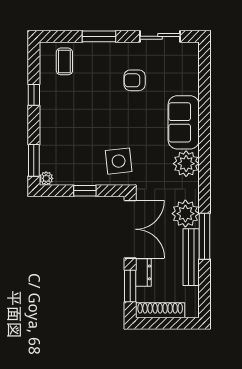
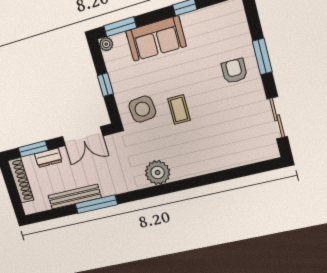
coffee table: (64, 61) -> (179, 109), moved, turned 90
armchair: (135, 80) -> (234, 71), moved
sofa: (184, 122) -> (156, 39), moved, turned 180
plant: (185, 214) -> (111, 183), removed
double door: (130, 229) -> (83, 136), width x0.73

